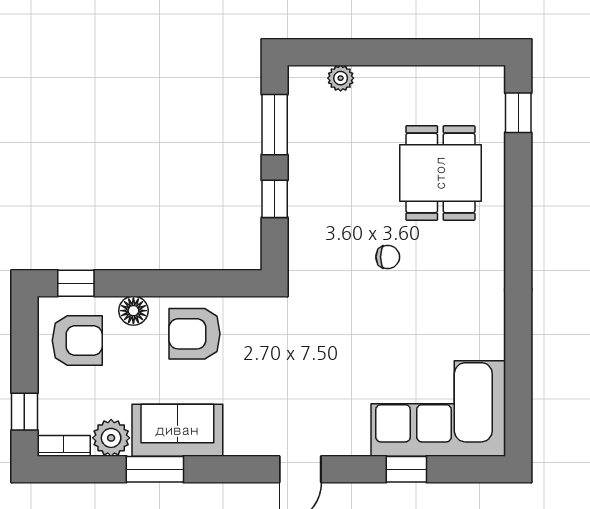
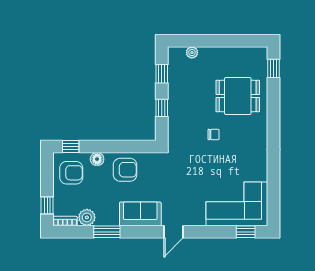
window: (275, 125) -> (162, 74), width x0.67
dining table: (440, 173) -> (238, 96), turned 90
armchair: (195, 334) -> (125, 170), turned 180
sofa: (177, 430) -> (140, 214), moved
window: (406, 469) -> (246, 232), moved

